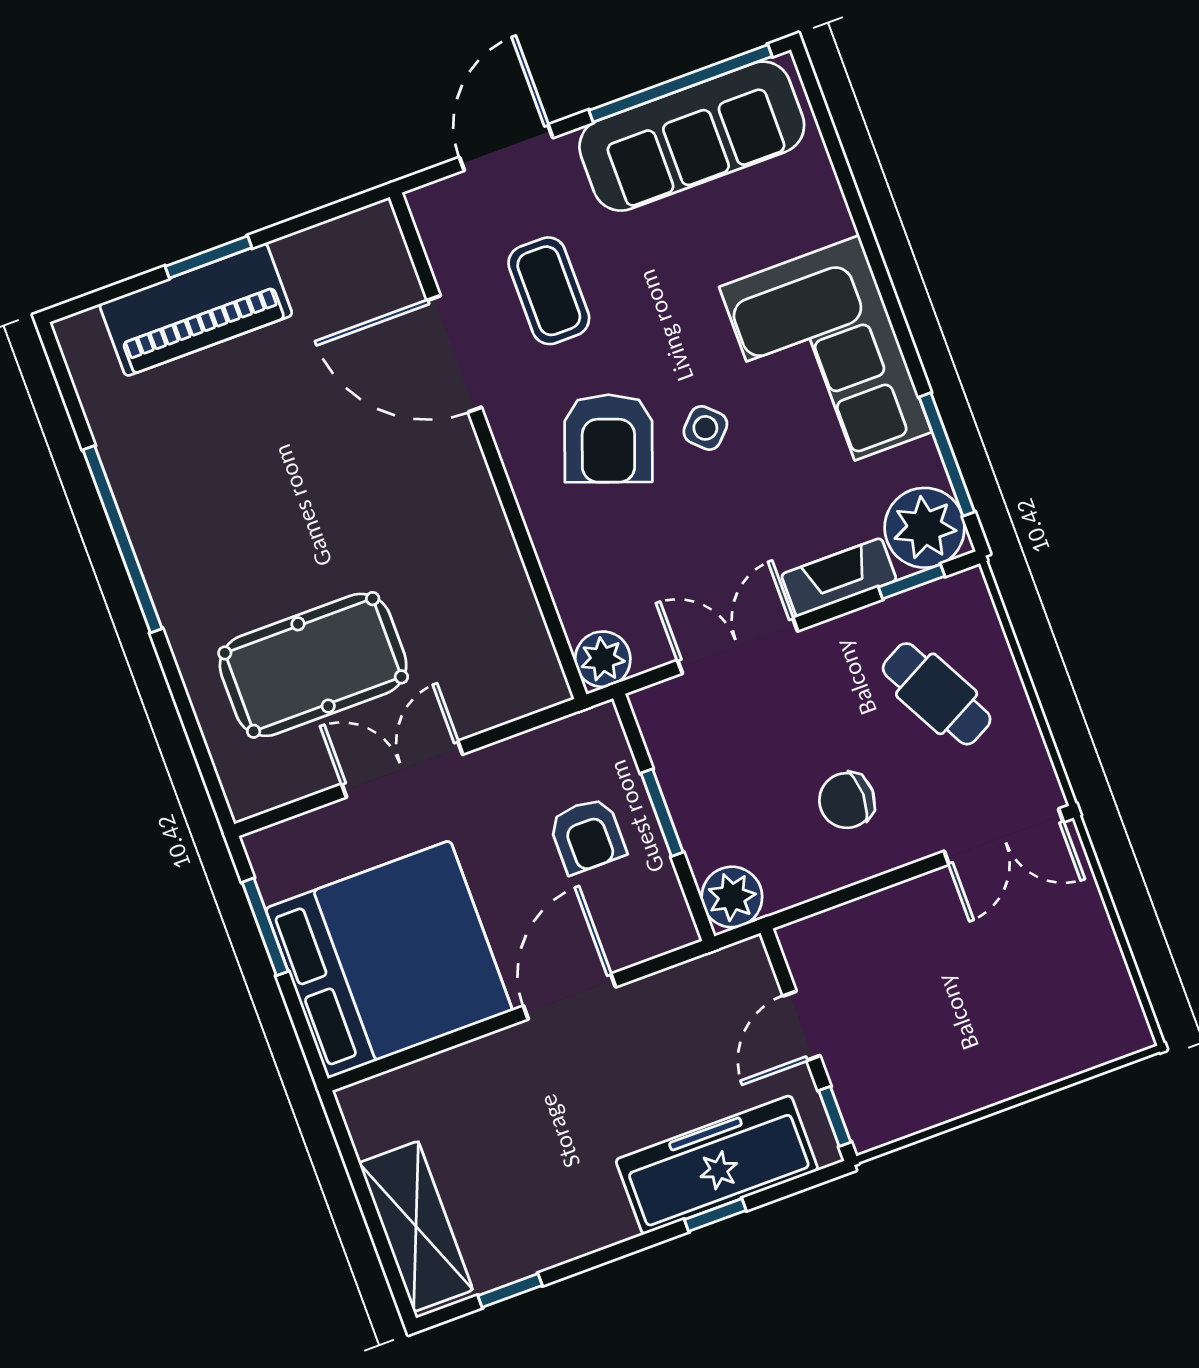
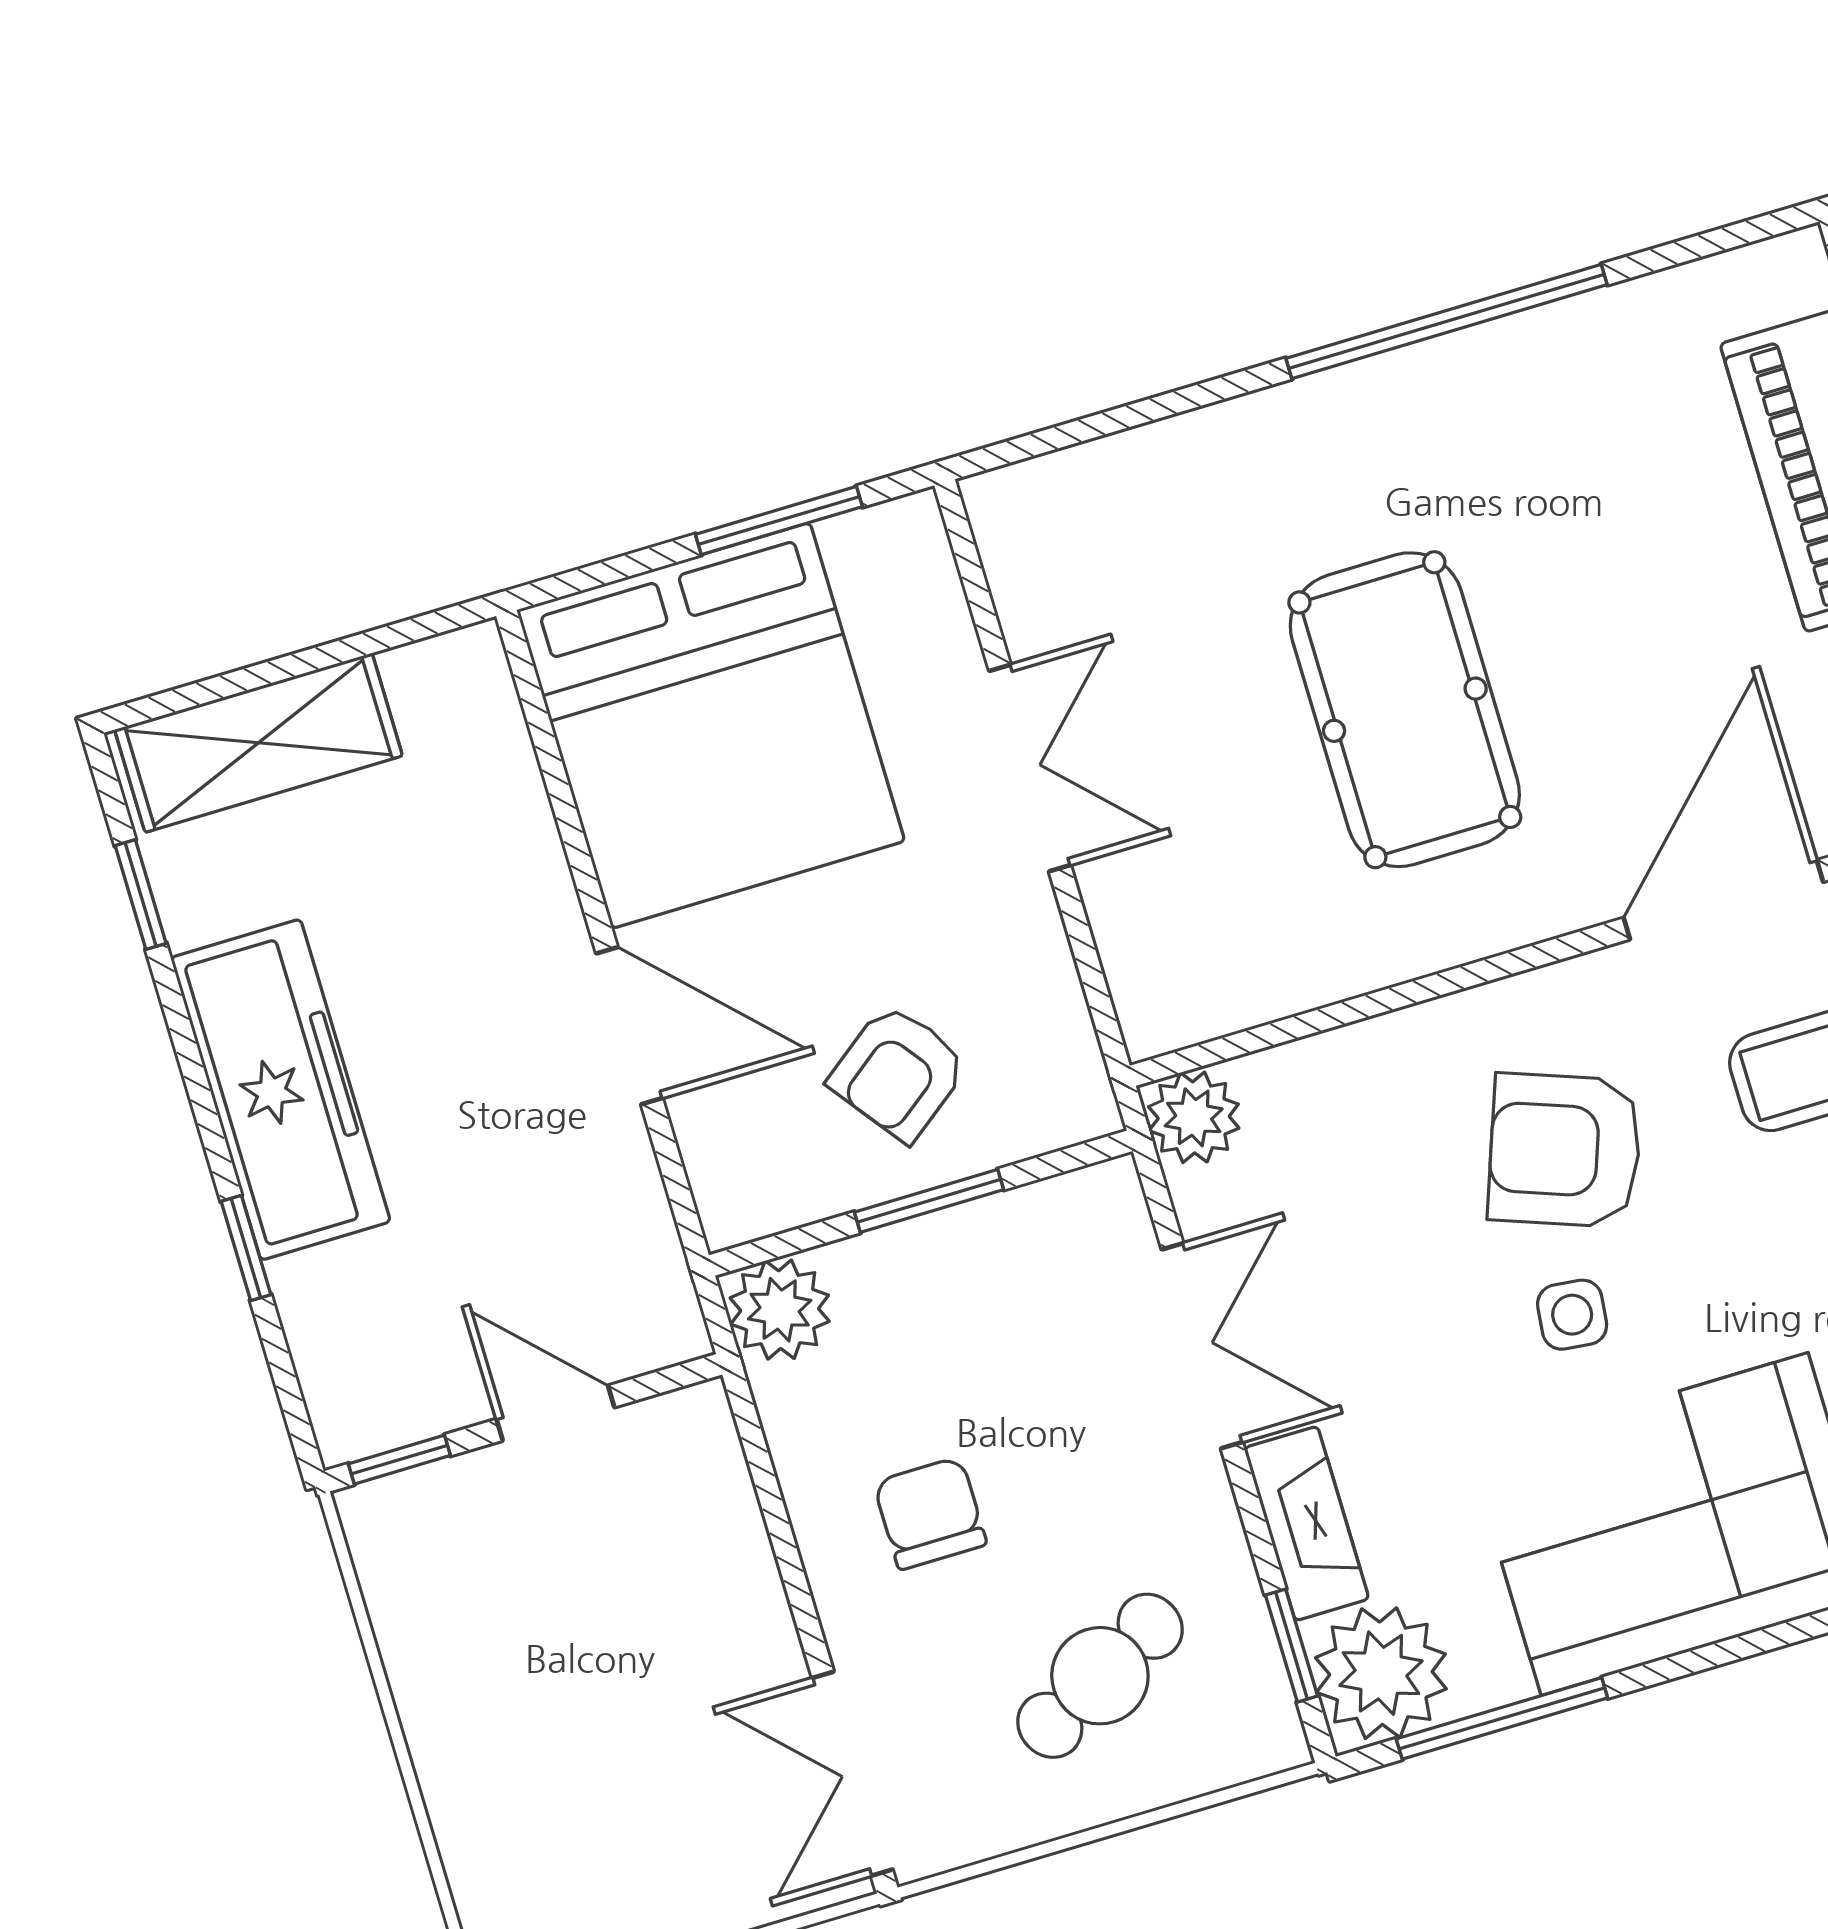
side table: (705, 428) -> (1572, 1315), turned -38
pool table: (313, 665) -> (1405, 710), moved
armchair: (587, 835) -> (898, 1072), turned -37
freezer: (717, 1165) -> (281, 1090), moved

